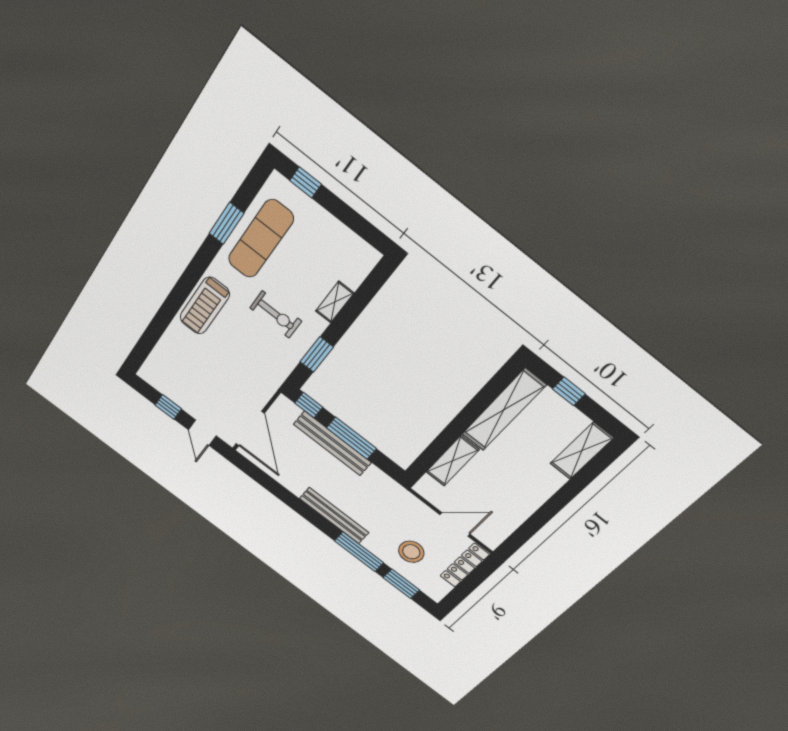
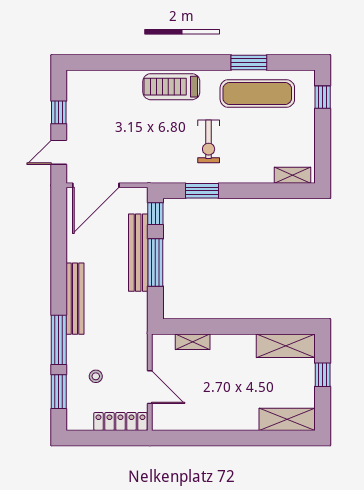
shelving: (335, 302) -> (293, 175), moved
shelving: (504, 410) -> (286, 346), width x0.68
shelving: (453, 461) -> (193, 342), width x0.67, depth x0.75
stool: (411, 552) -> (96, 376), width x0.53, depth x0.53

